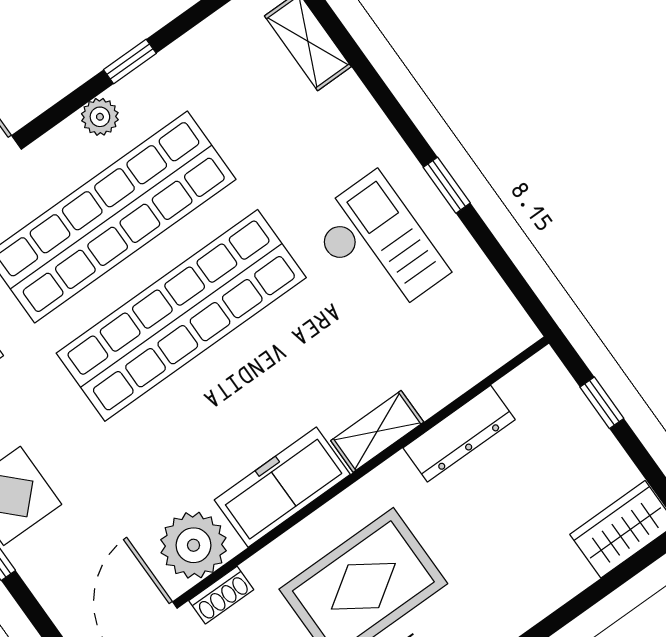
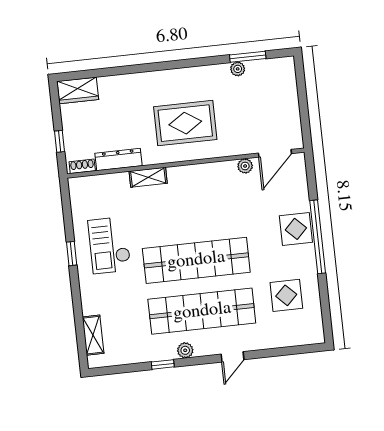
freezer: (282, 487) -> (195, 176), removed
plant: (194, 545) -> (245, 166), width x0.53, depth x0.53
shoe rack: (221, 595) -> (82, 166), moved

